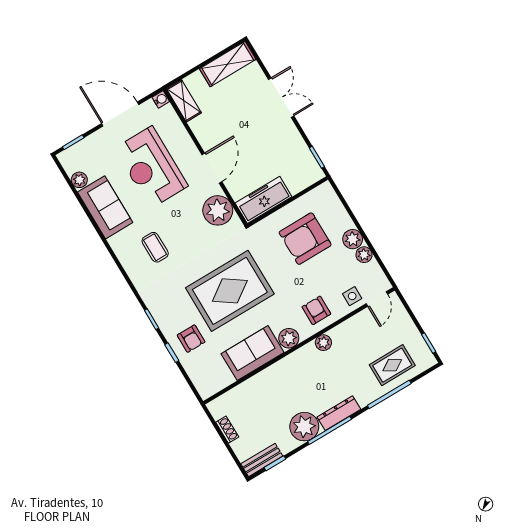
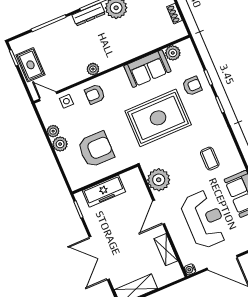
double door: (281, 98) -> (99, 258), width x1.37
shelving: (184, 101) -> (166, 250), moved
freezer: (263, 200) -> (104, 191), moved
door: (377, 299) -> (48, 96), hinge flipped
armchair: (316, 310) -> (95, 94), turned 90
plant: (289, 338) -> (173, 53), moved
armchair: (191, 339) -> (192, 86), turned 90
rug: (392, 365) -> (30, 65), moved, turned 90

